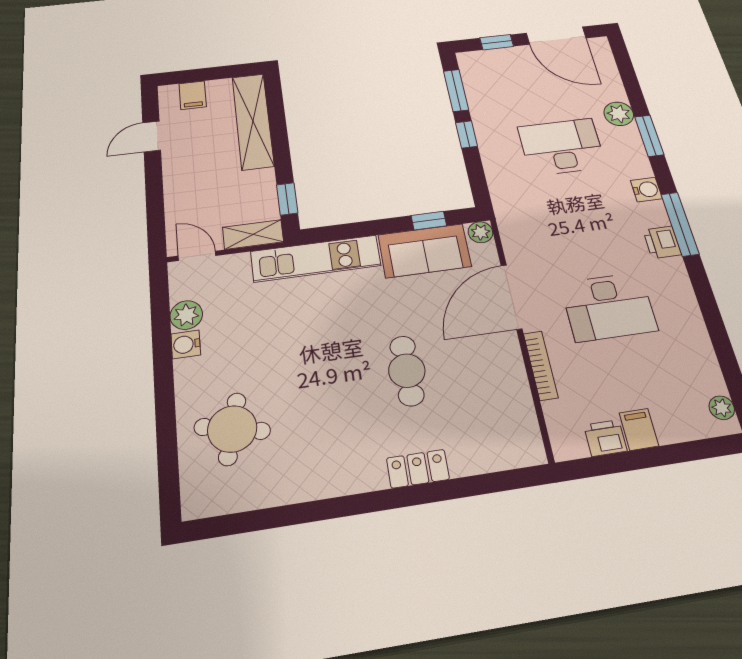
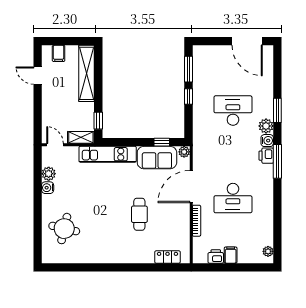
window: (497, 42) -> (215, 41), removed
plant: (619, 114) -> (266, 126), moved
door: (152, 136) -> (38, 76), hinge flipped
printer: (662, 242) -> (266, 156), moved
locker: (418, 469) -> (168, 257), moved

